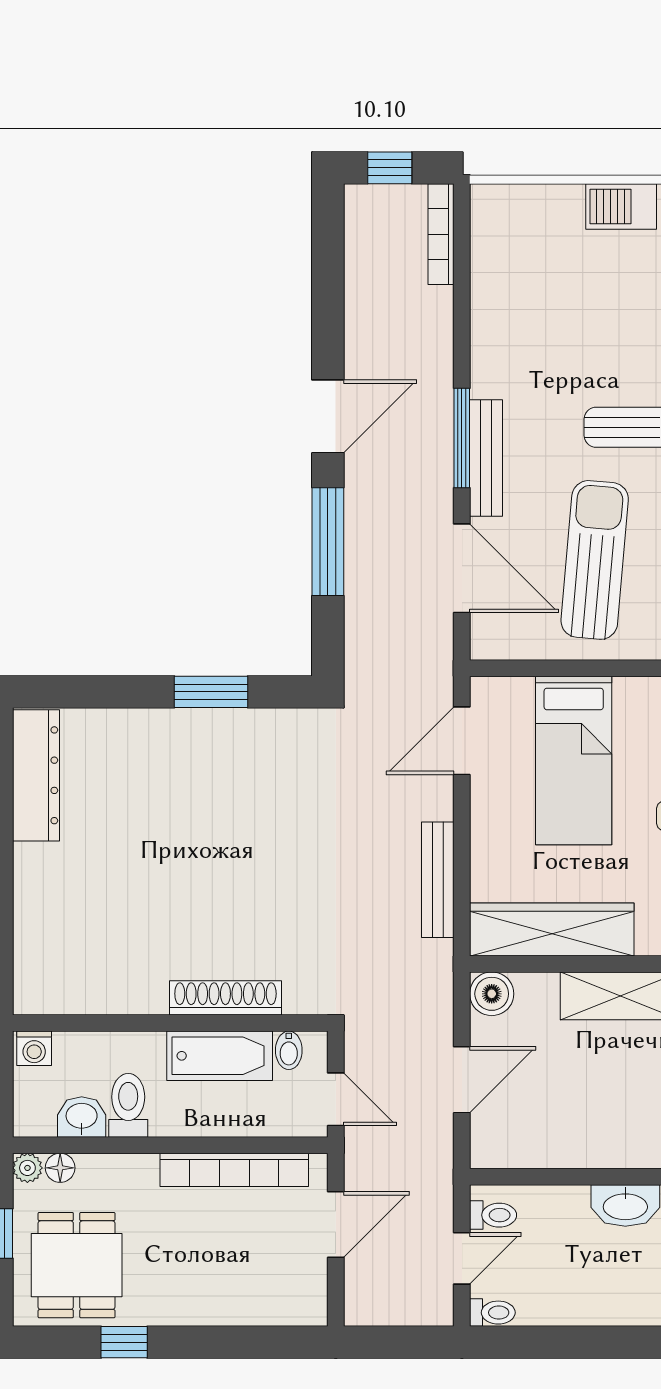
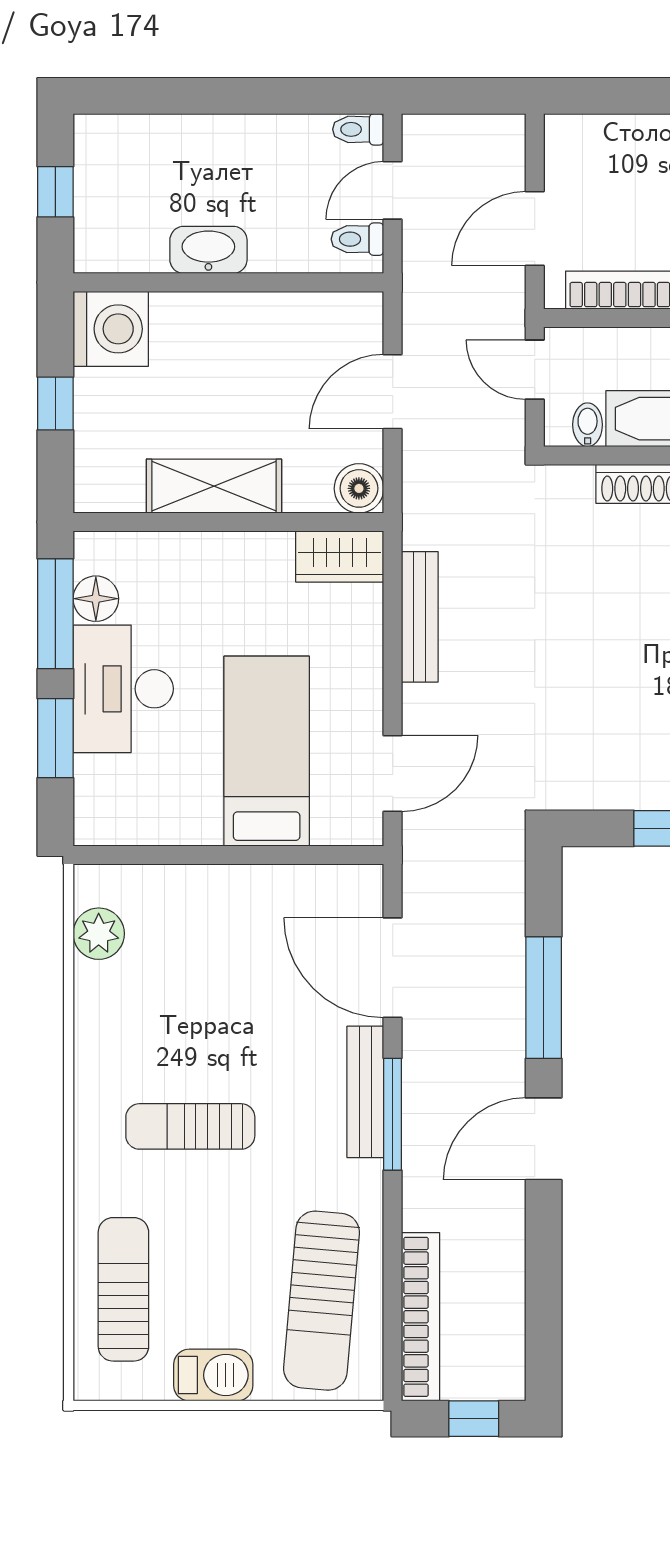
bookcase: (441, 234) -> (421, 1317), width x1.48, depth x1.31
sun lounger: (595, 560) -> (322, 1301), moved
wardrobe: (552, 929) -> (340, 556), width x0.48, depth x0.85

